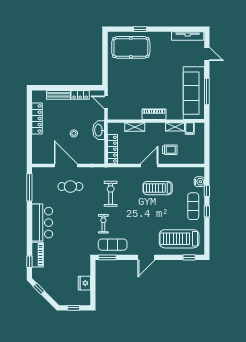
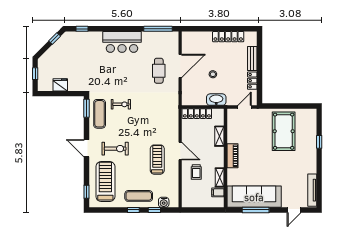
pool table: (131, 47) -> (284, 131), moved
exercise bike: (111, 194) -> (115, 149), moved
piano: (37, 255) -> (89, 37), removed

